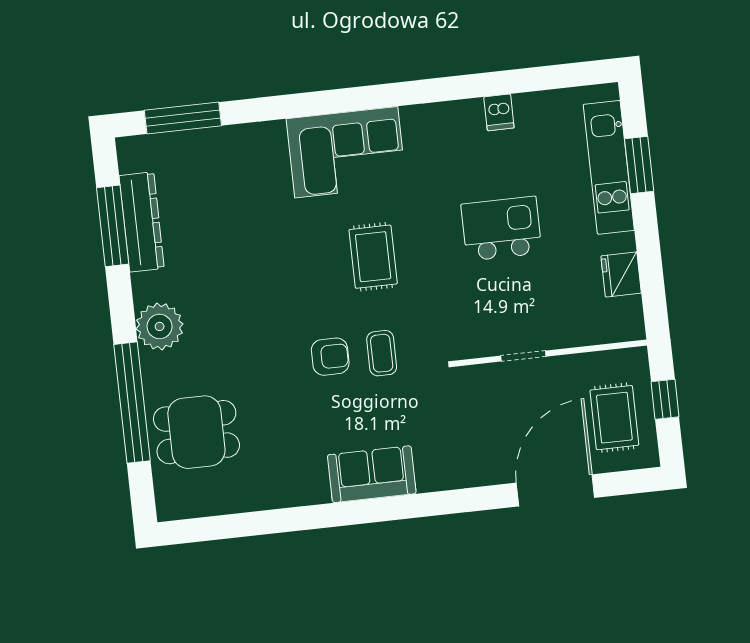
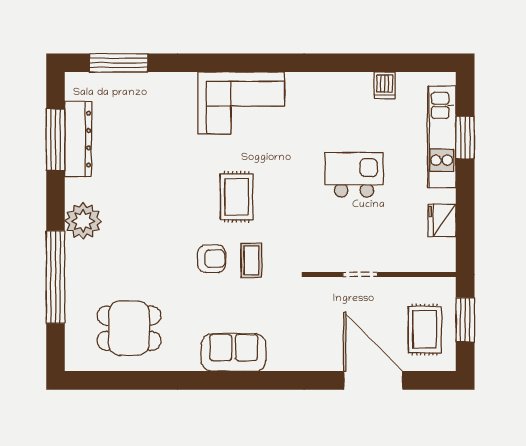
dishwasher: (499, 112) -> (385, 85), moved
rug: (373, 257) -> (237, 197), moved
window: (665, 399) -> (465, 320), width x1.50
dining table: (196, 432) -> (129, 328), moved
door: (555, 490) -> (373, 380), hinge flipped

